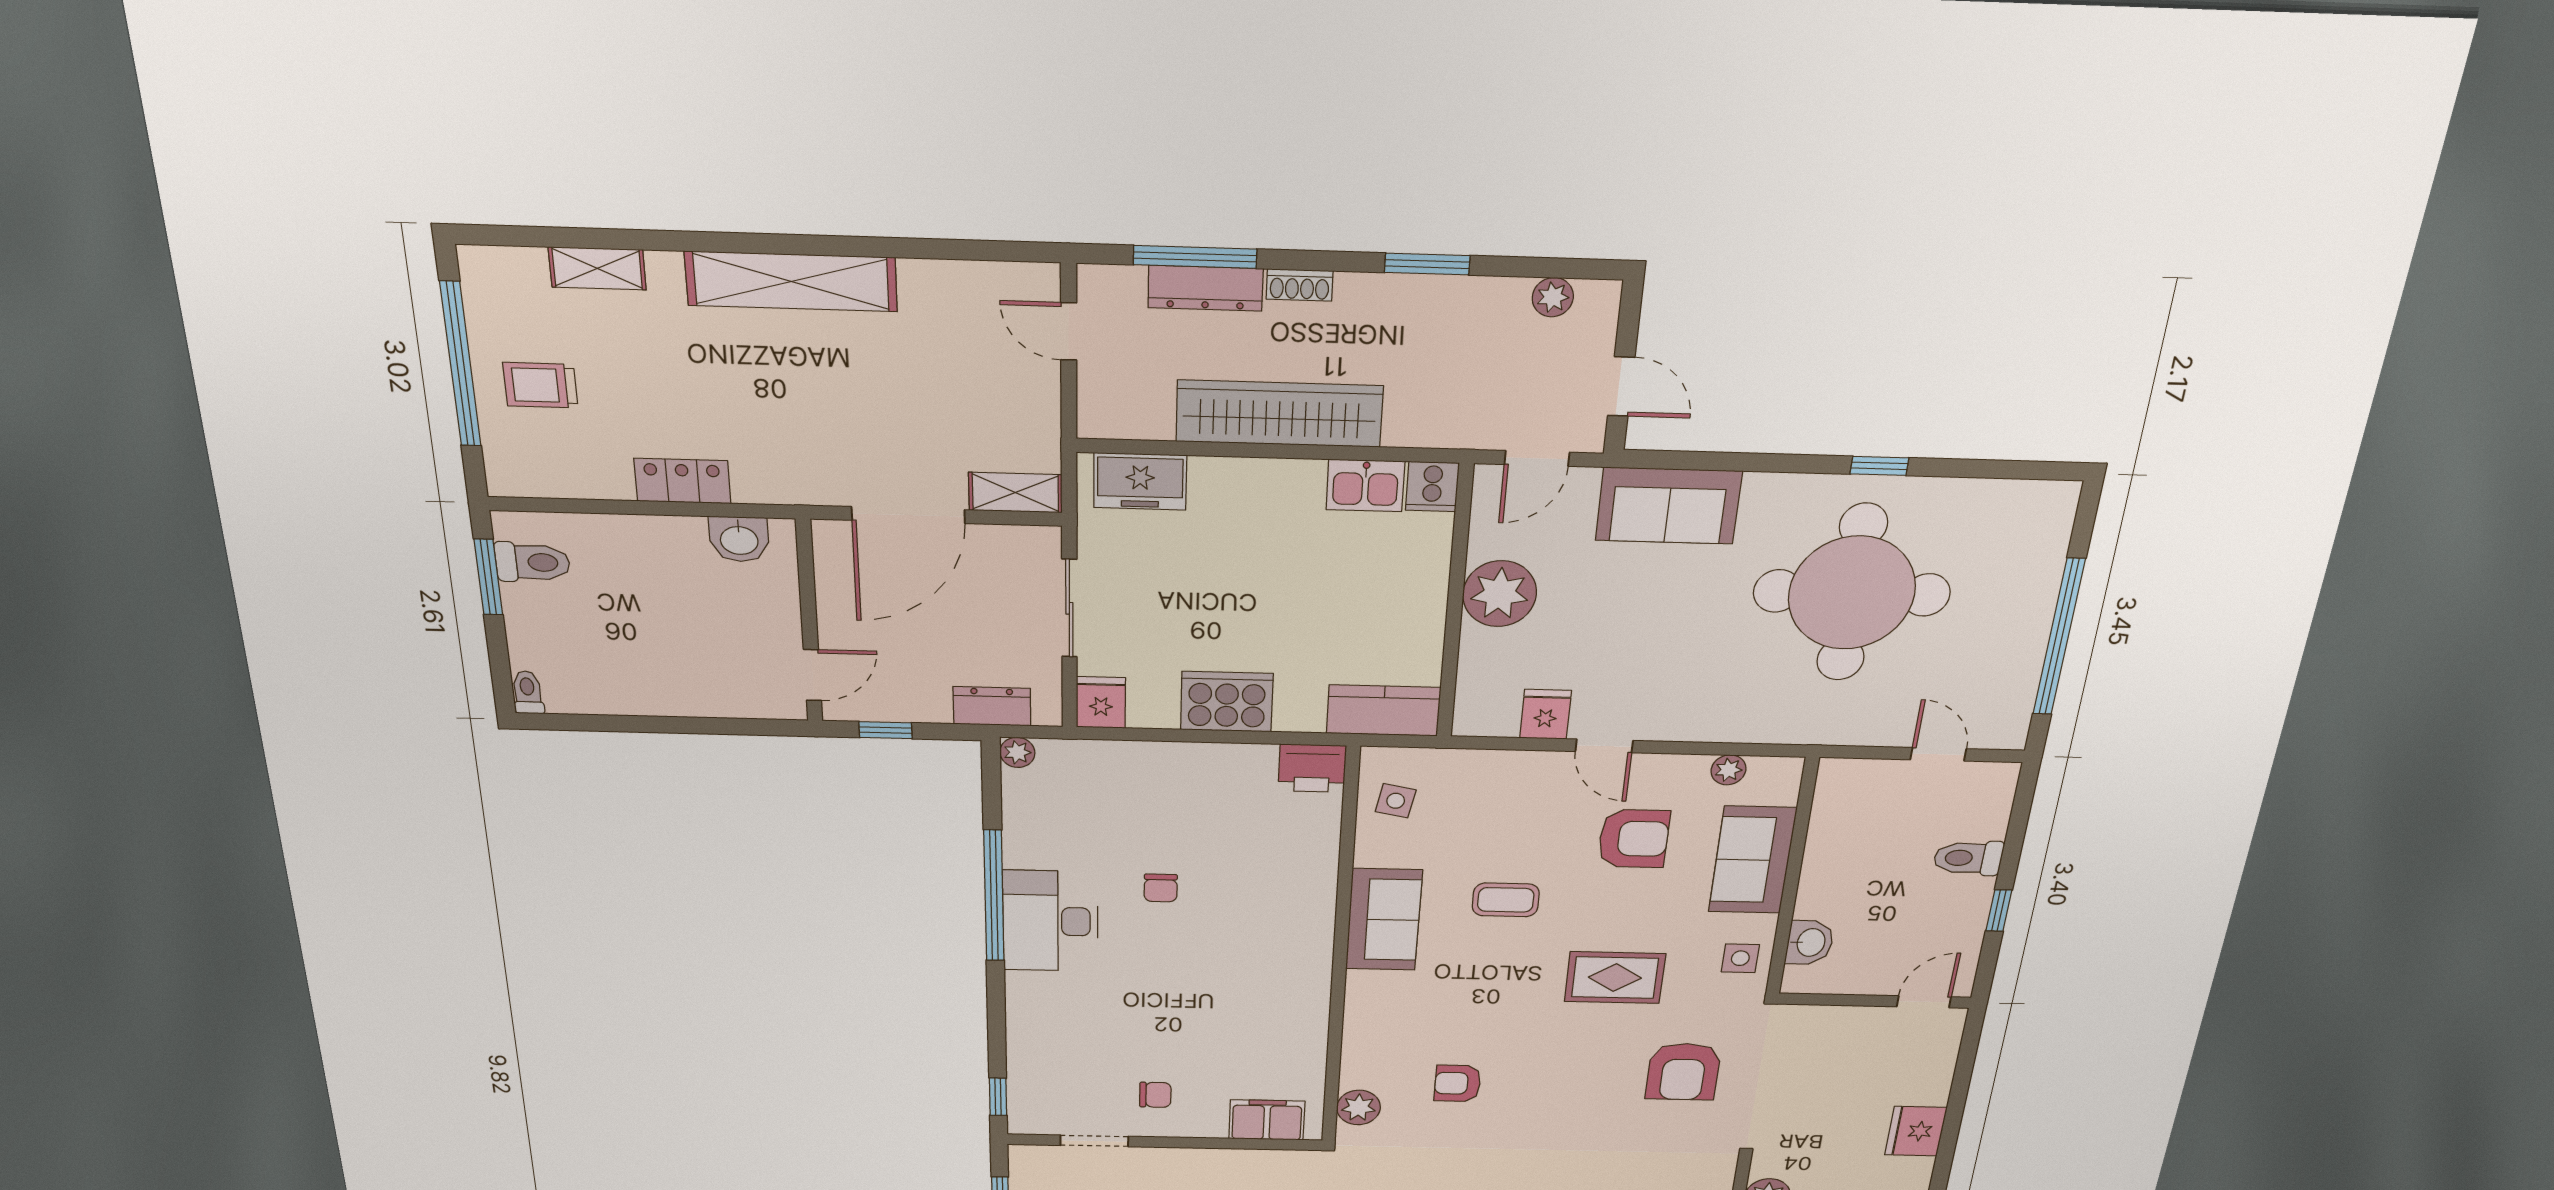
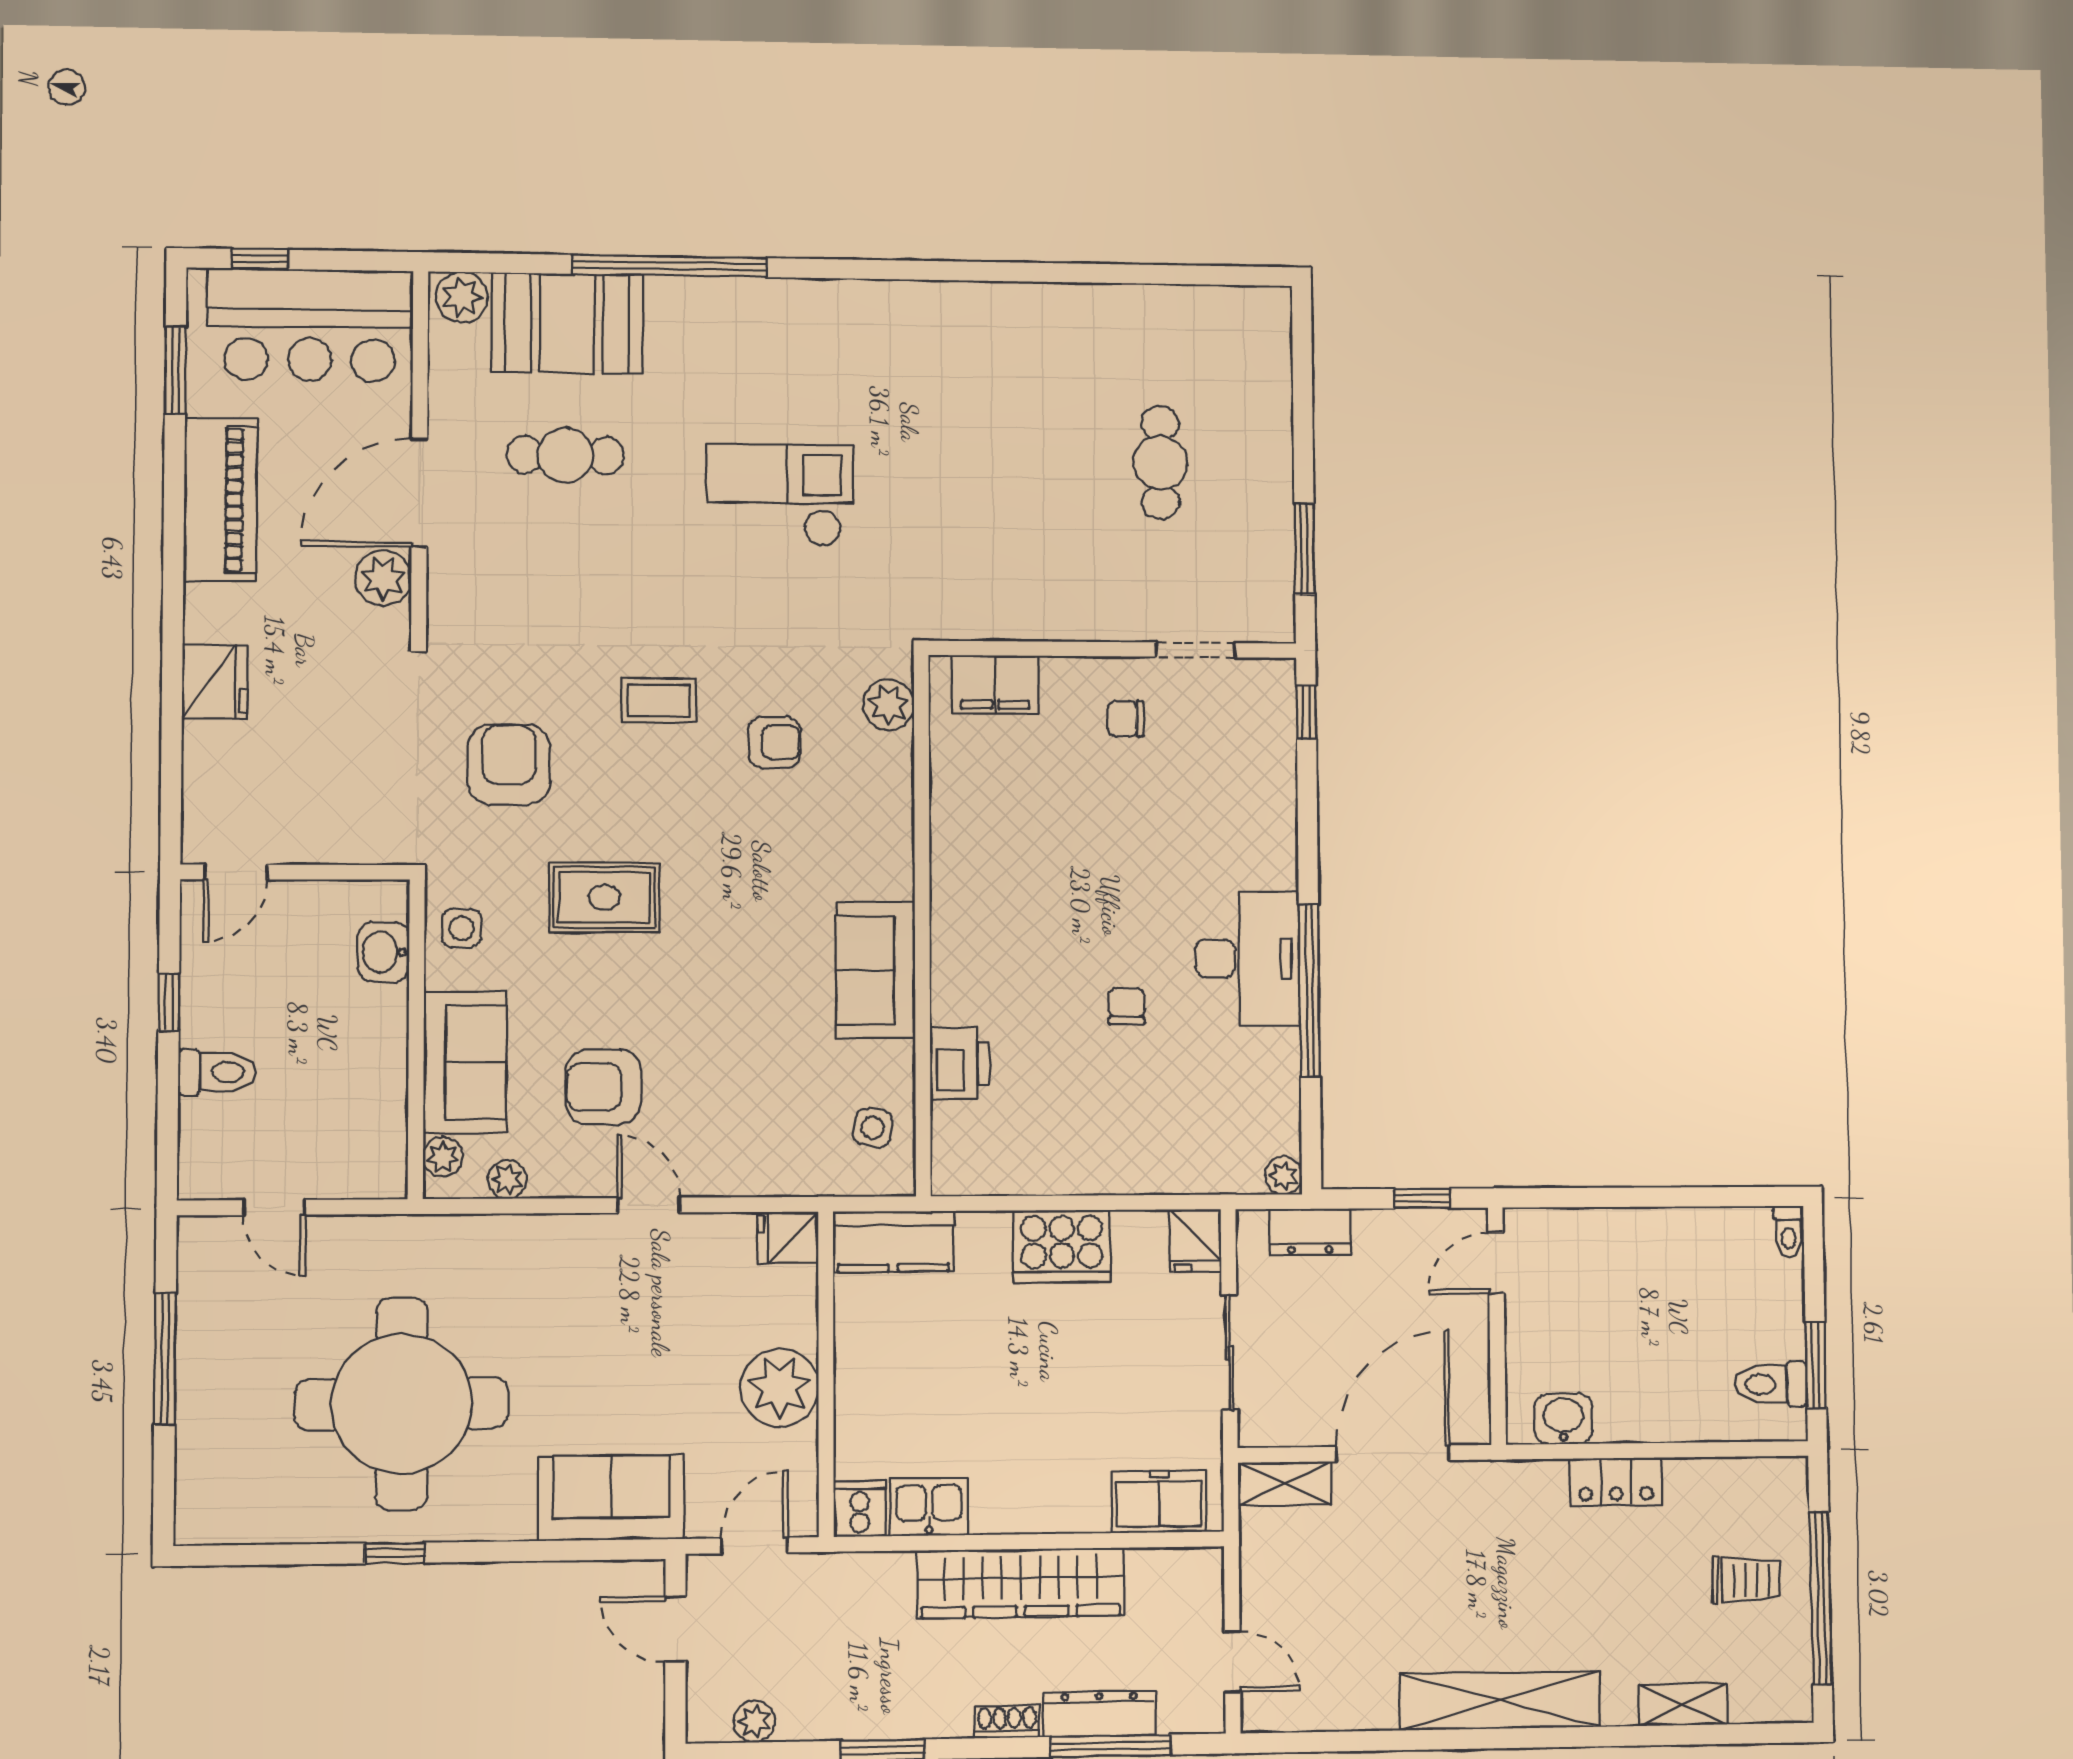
window: (2059, 637) -> (165, 1359), width x0.68
fridge: (1546, 714) -> (788, 1237), moved, turned 90
printer: (1312, 768) -> (960, 1063), moved, turned 90
plant: (1783, 789) -> (443, 1157), added
coffee table: (1506, 900) -> (659, 700), moved

